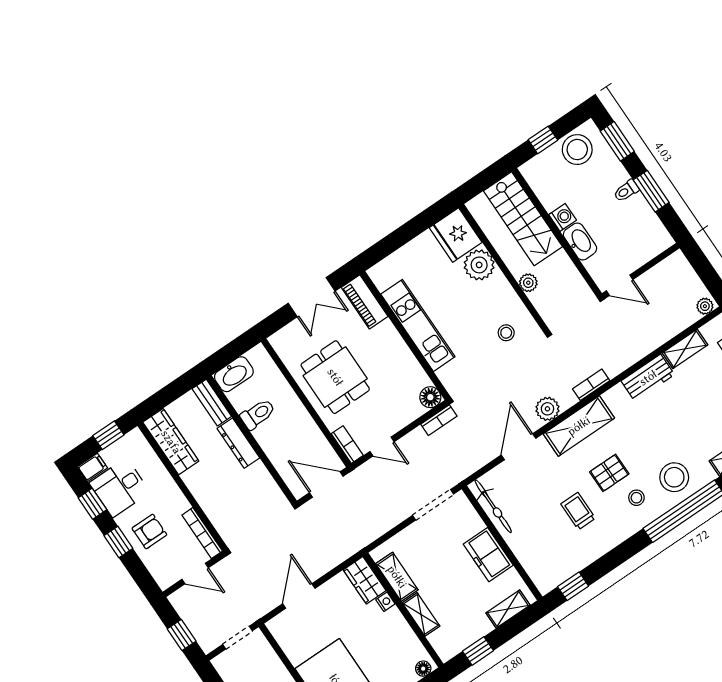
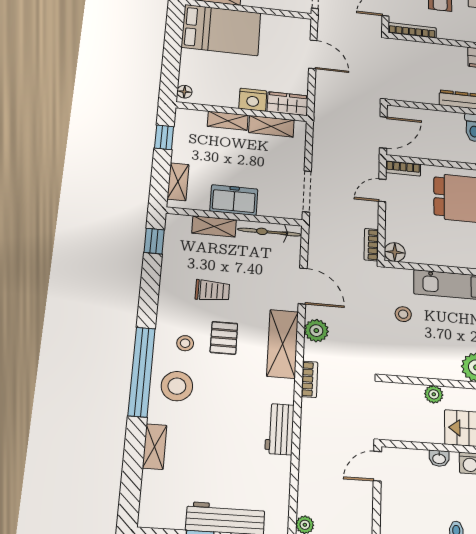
washbasin: (580, 241) -> (439, 458), width x0.52, depth x0.69
stool: (506, 333) -> (403, 314), moved
shelving: (685, 349) -> (214, 226), moved, turned 90
nightstand: (385, 602) -> (253, 100), width x1.89, depth x1.79

